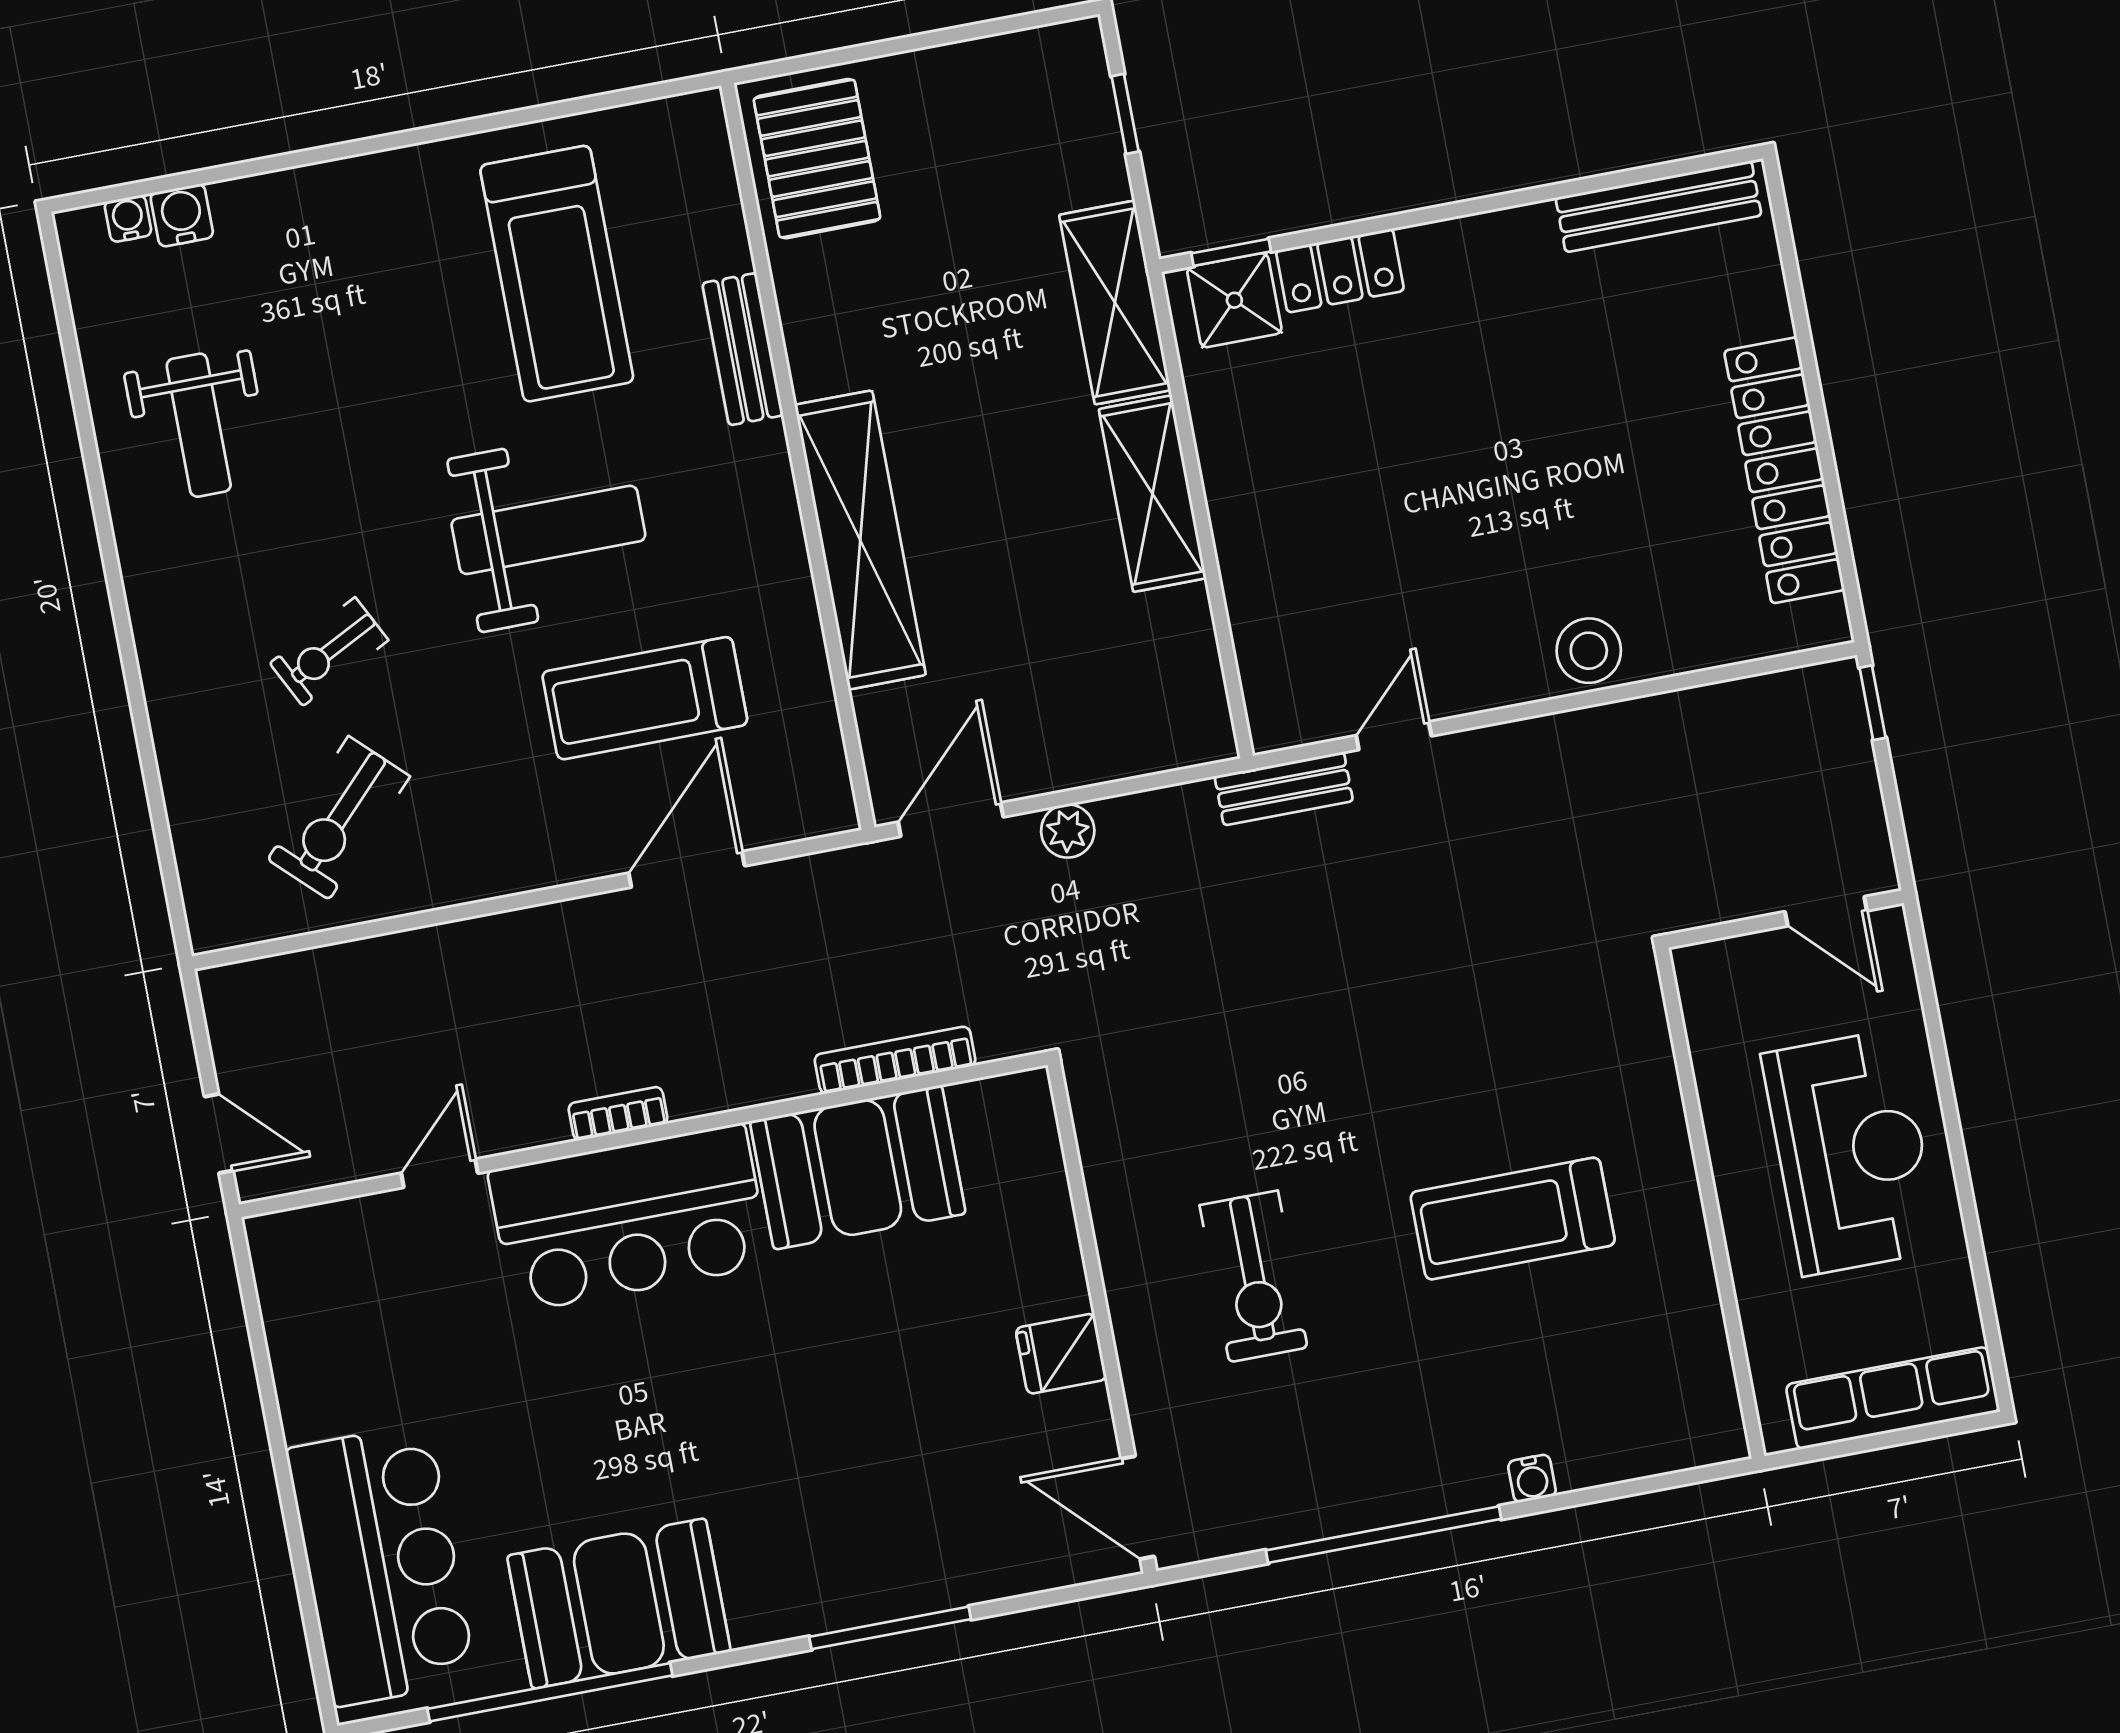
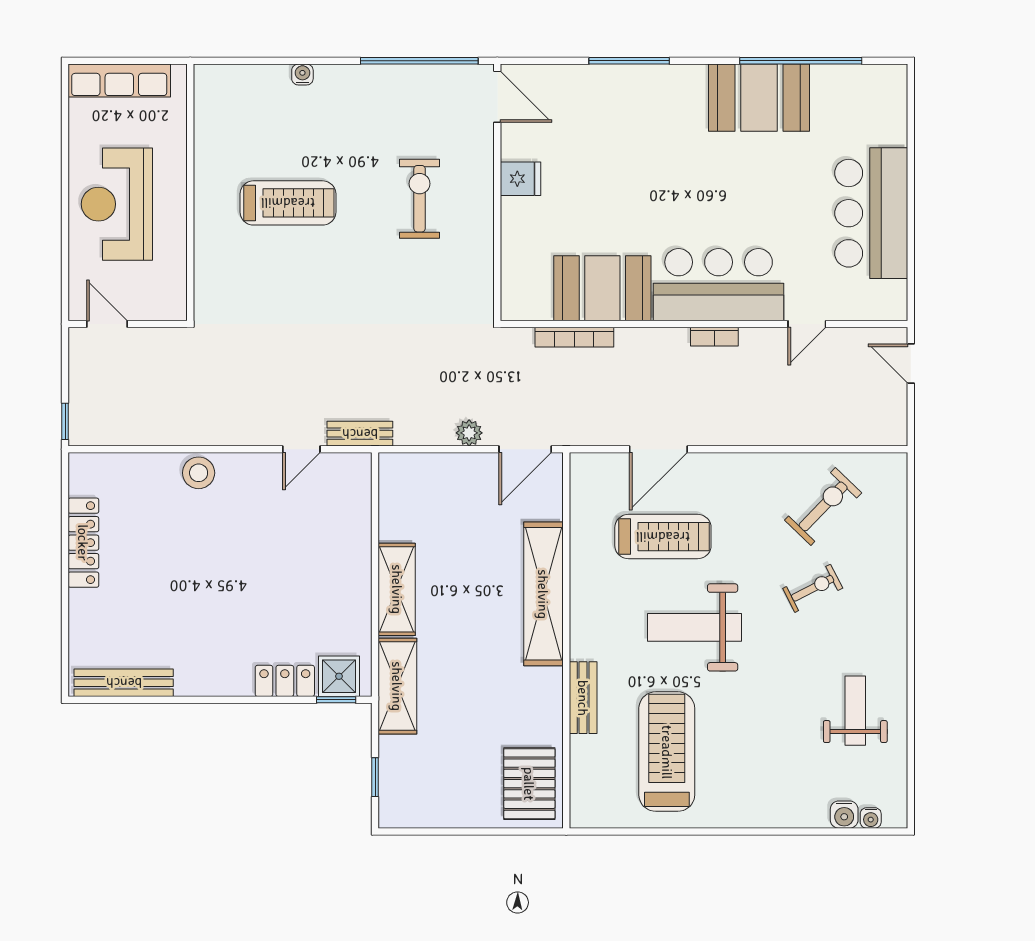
locker: (1784, 470) -> (83, 543), width x0.71, depth x0.83
window: (1383, 1535) -> (419, 61), moved
bar counter: (381, 1565) -> (871, 213), moved

